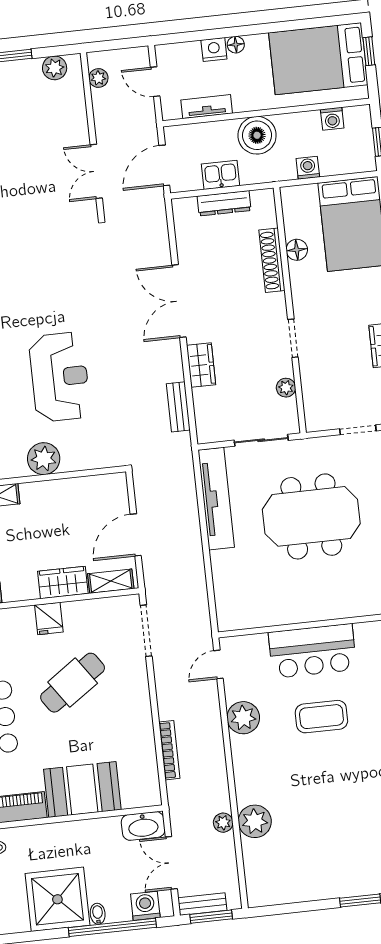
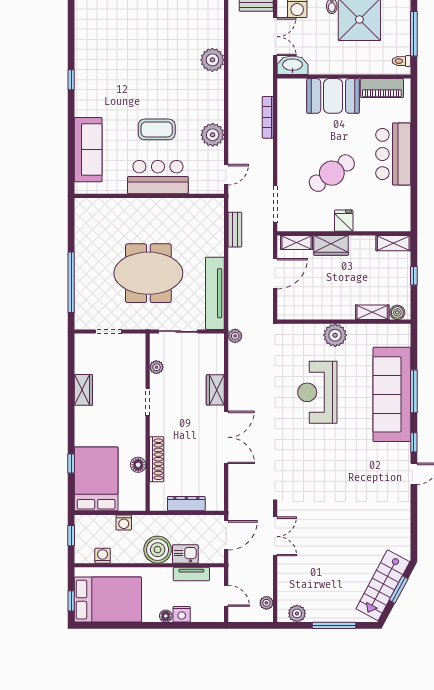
kitchen sink: (221, 175) -> (185, 554), moved, turned 180
bench: (178, 407) -> (235, 230), moved
plant: (223, 823) -> (235, 336), moved

